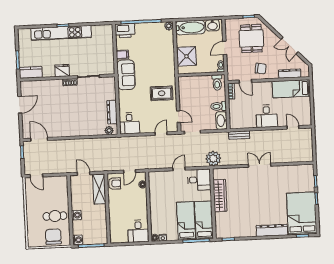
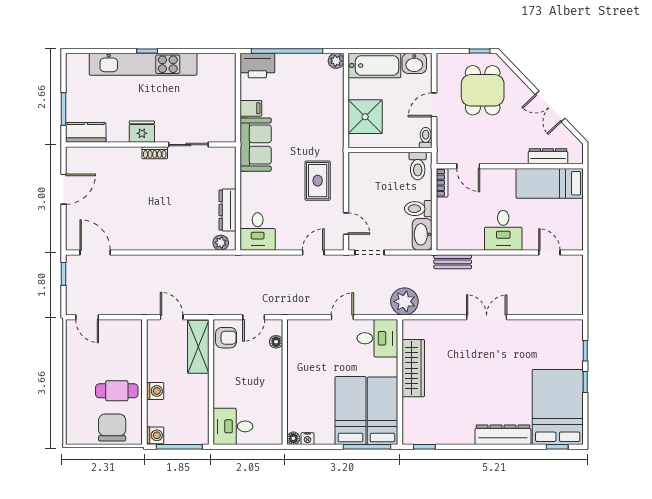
chair: (261, 69) -> (497, 145), removed
rug: (162, 93) -> (318, 181), turned 90
desk: (138, 231) -> (233, 426), moved, turned 90

